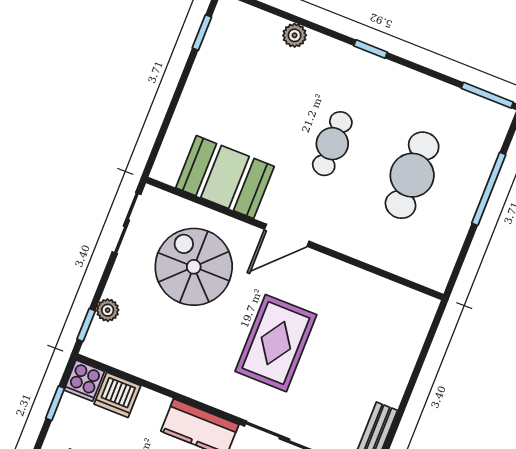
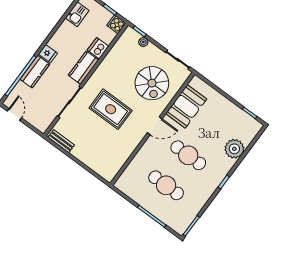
plant: (295, 35) -> (234, 149), width x1.87, depth x1.87
cafe table: (332, 144) -> (188, 155), width x1.37, depth x1.35
door: (287, 235) -> (155, 126), swing flipped
spiral stairs: (194, 267) -> (152, 83), turned 90
dishwasher: (117, 395) -> (98, 48), moved

